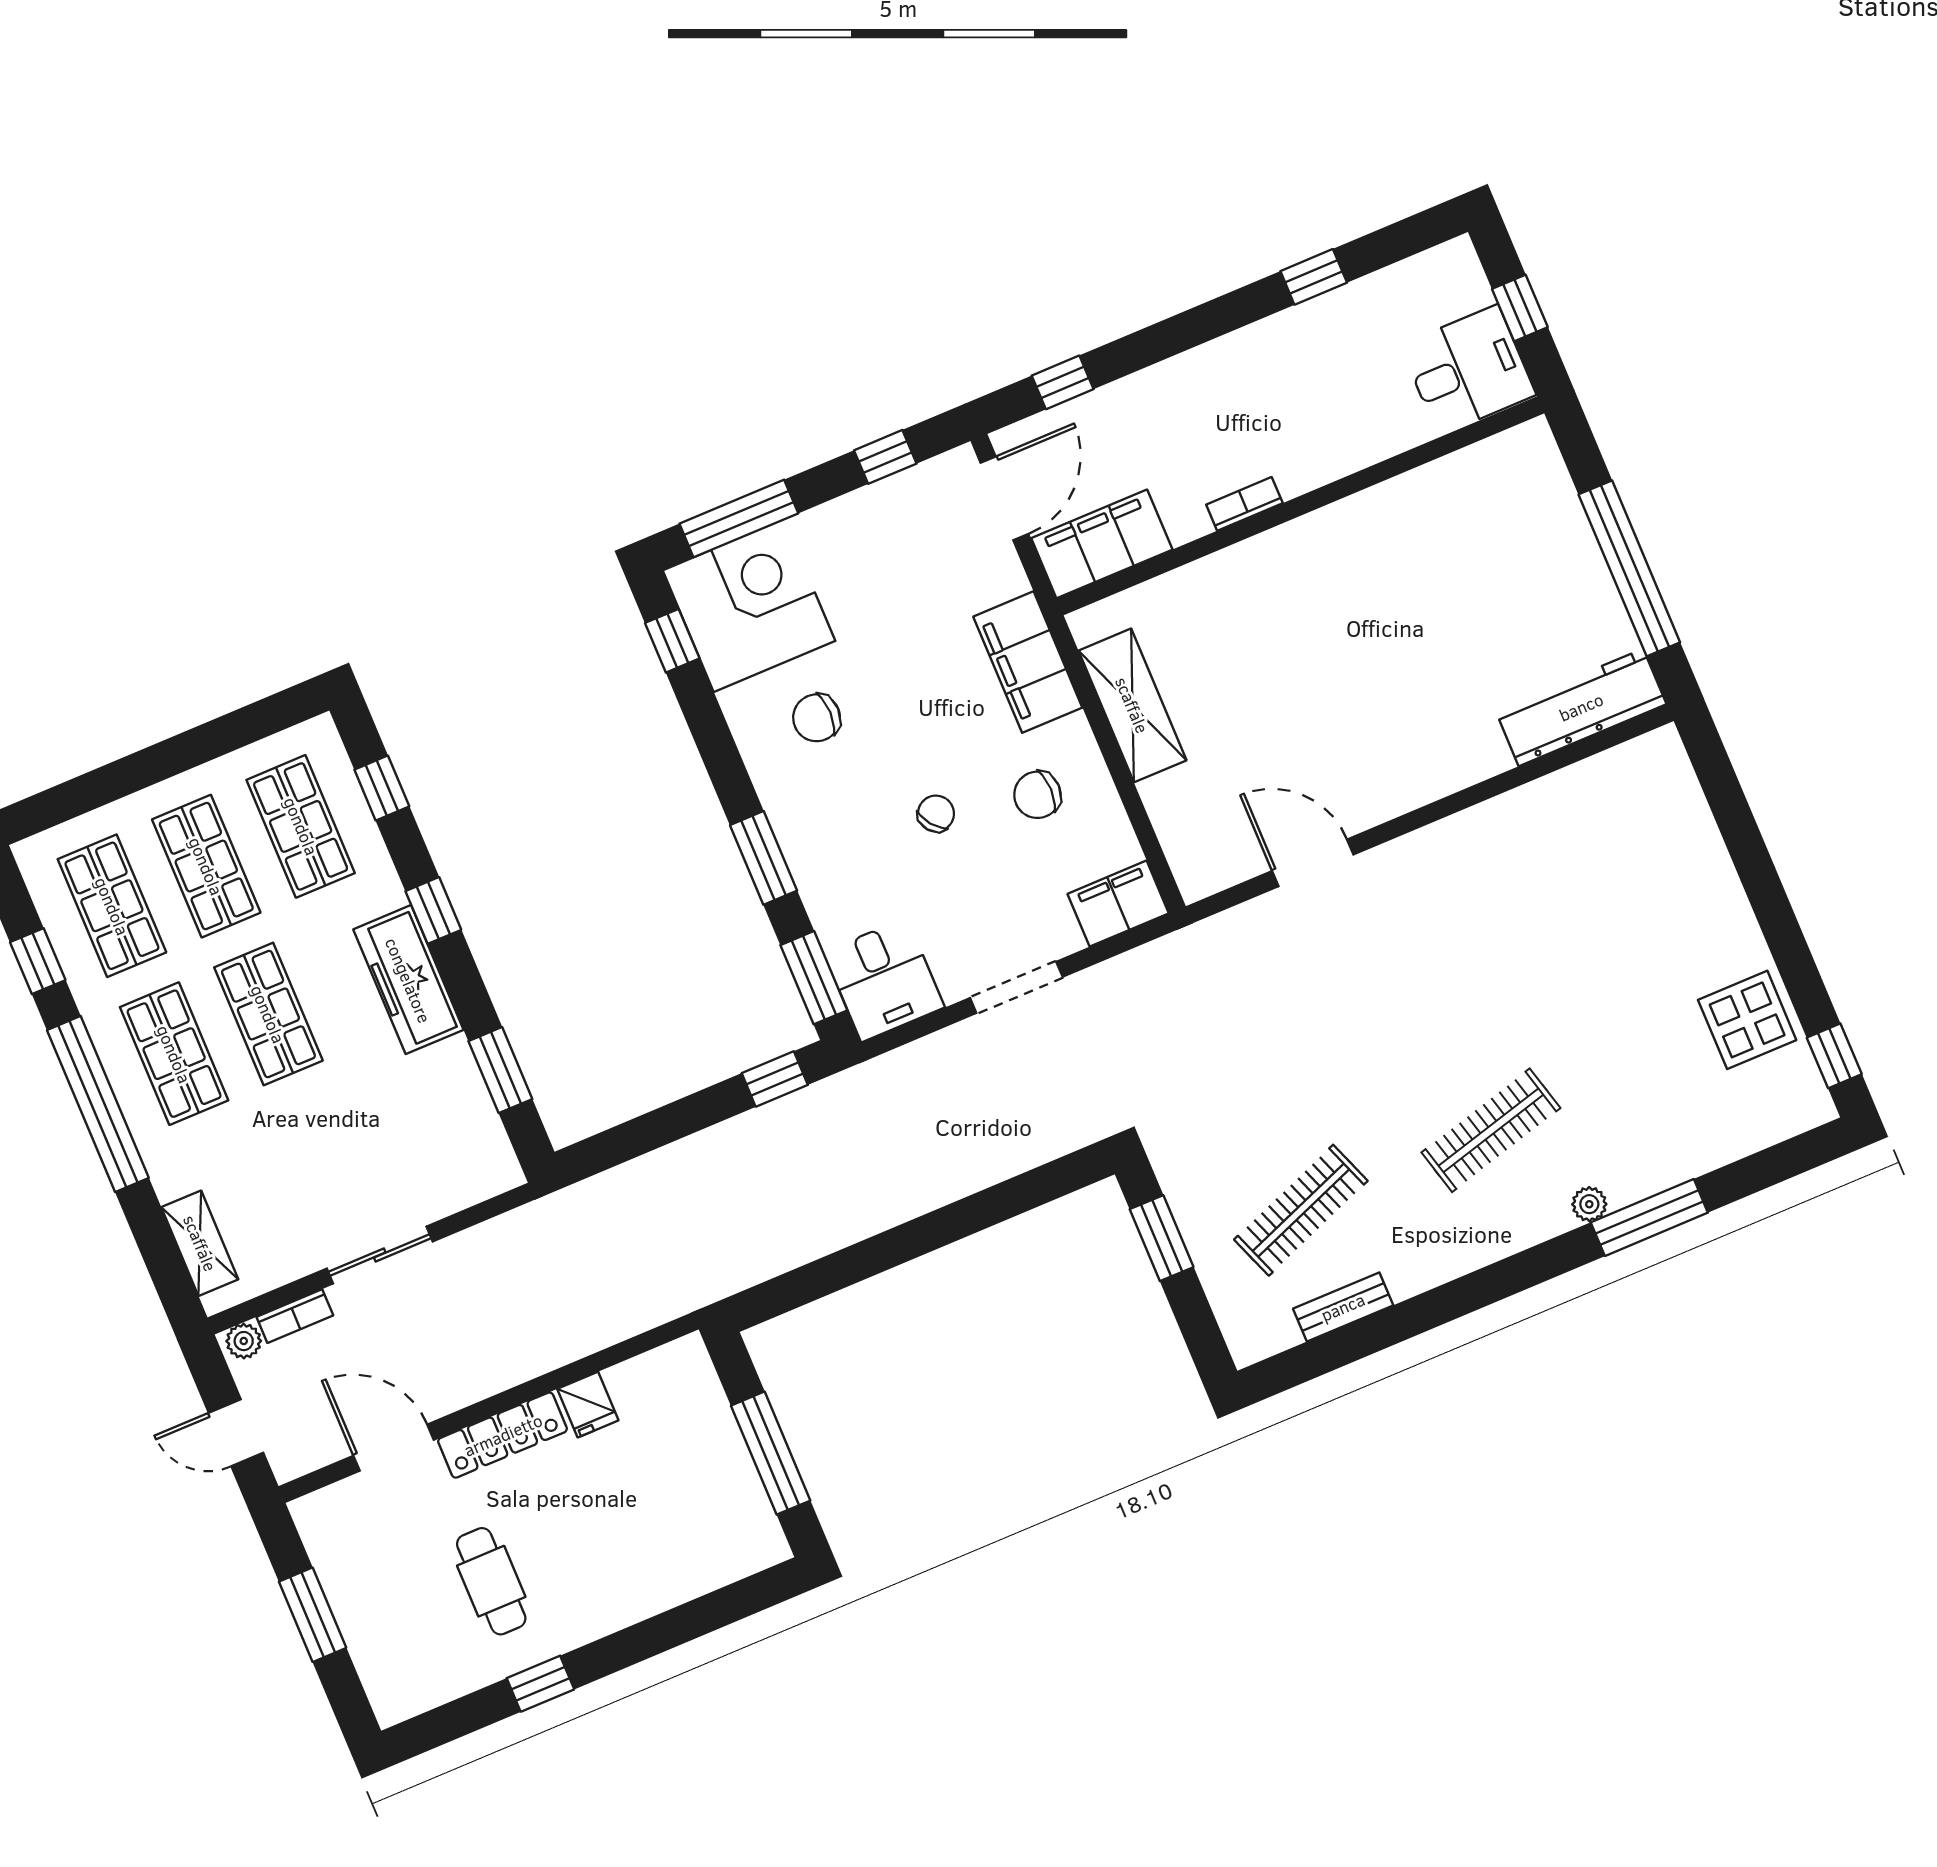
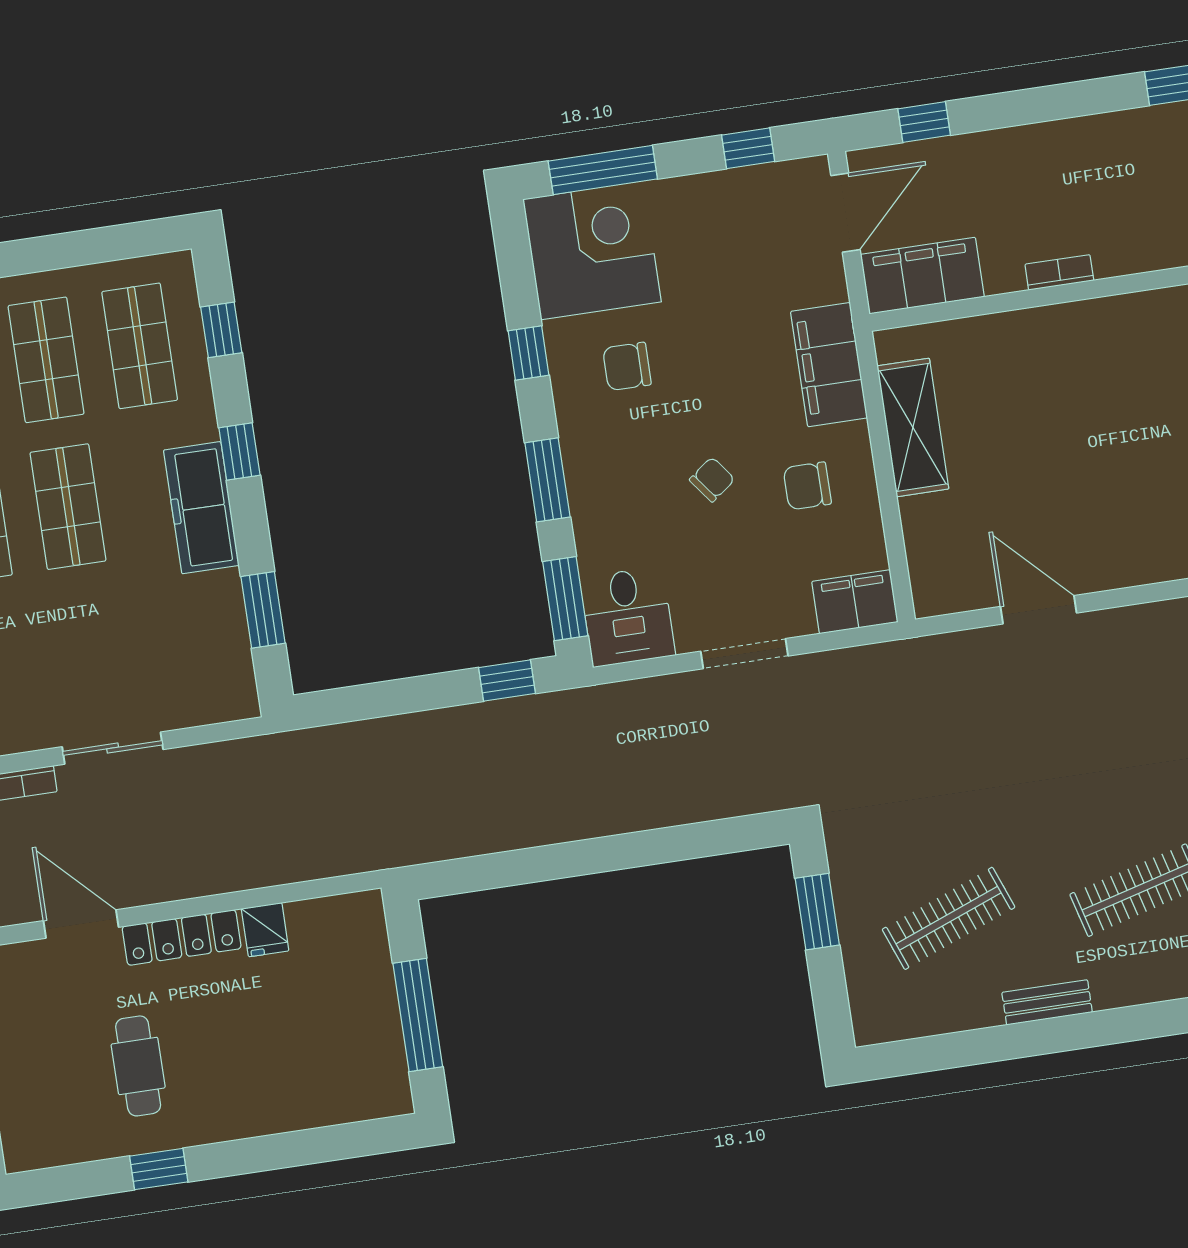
window: (672, 641) -> (528, 353), moved
bench: (1343, 1307) -> (1047, 1002), moved

